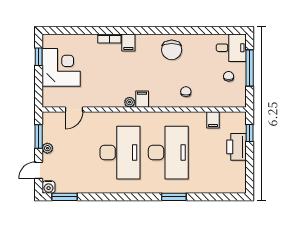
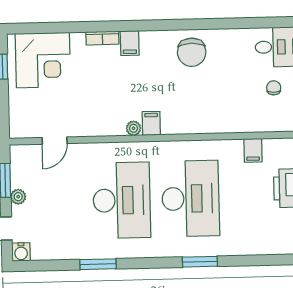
corner desk: (61, 67) -> (43, 60), moved, turned 90
chair: (186, 92) -> (213, 111), removed
window: (64, 197) -> (98, 264), moved

